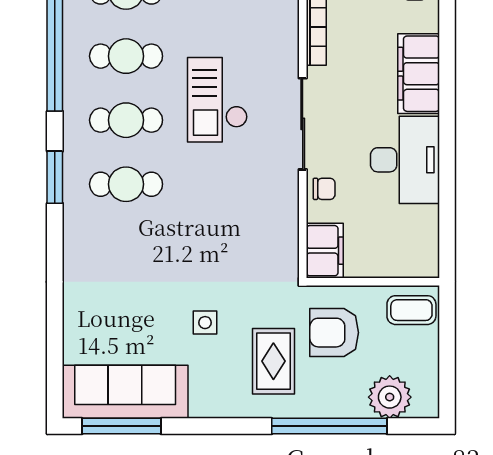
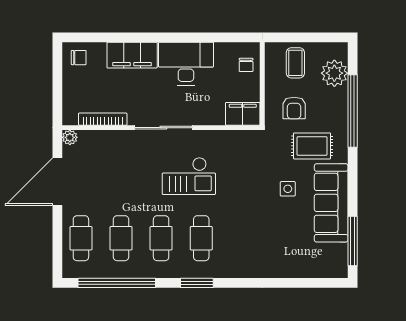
checkout: (217, 100) -> (189, 176), moved
chair: (324, 189) -> (246, 65), moved, turned 180
coffee table: (411, 310) -> (295, 63), moved
armchair: (334, 333) -> (294, 108), width x0.72, depth x0.72
sofa: (125, 392) -> (331, 203), moved

